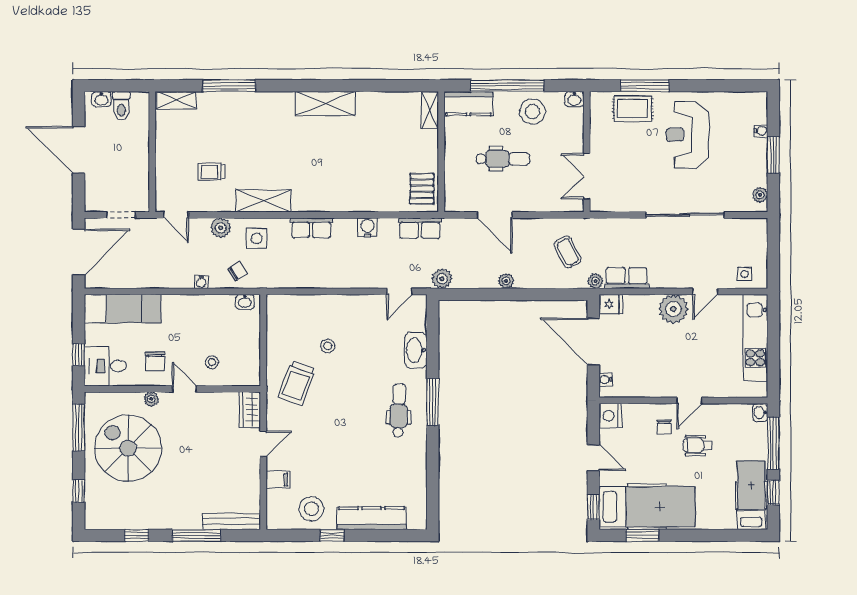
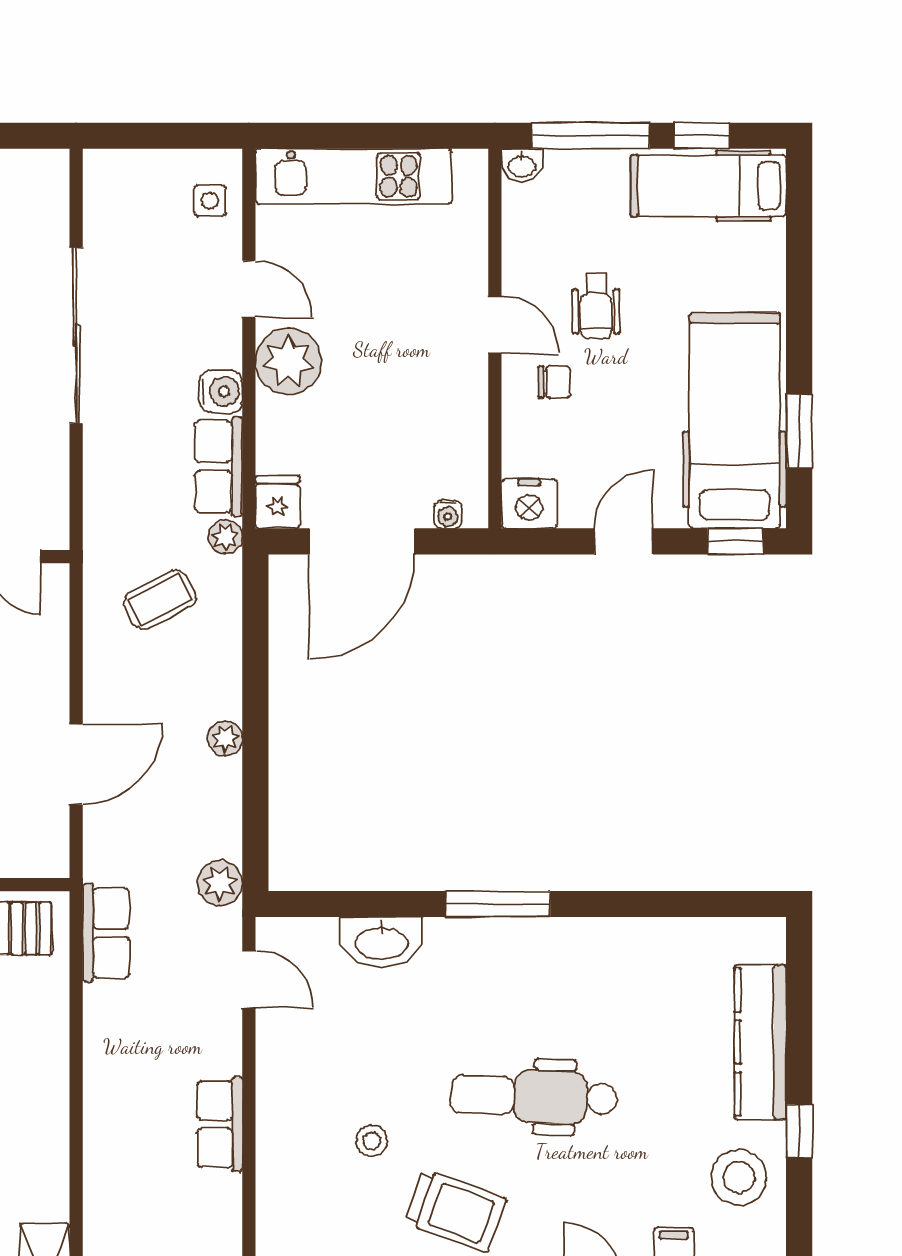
plant: (760, 195) -> (31, 166), removed
water cooler: (367, 227) -> (221, 392), moved, turned 180
row of seats: (311, 228) -> (220, 1124), moved, turned 180
dental chair: (399, 411) -> (534, 1097), moved, width x1.36, depth x1.38

